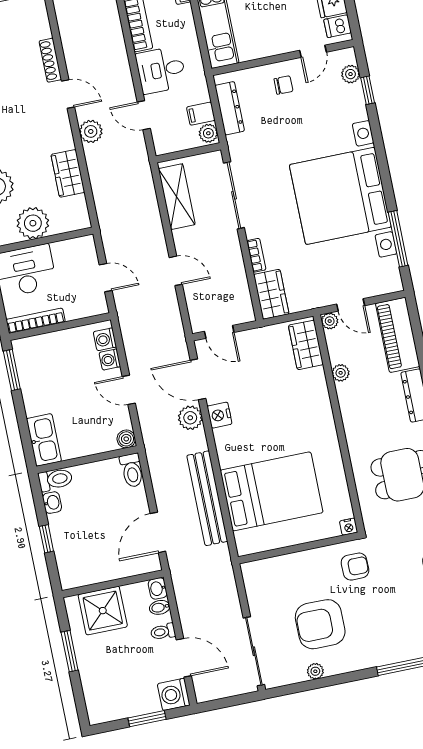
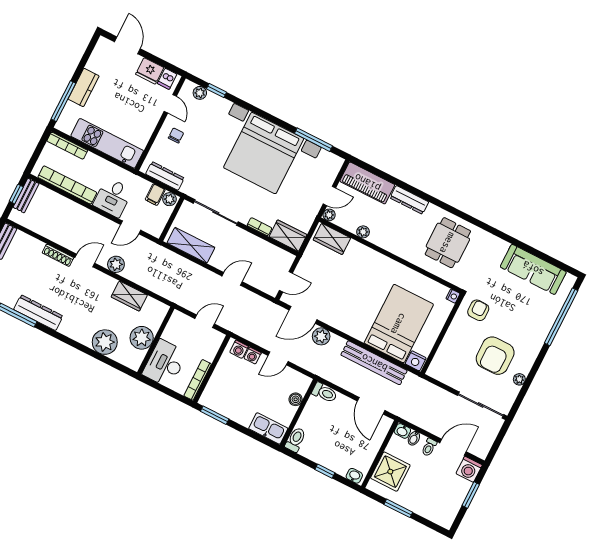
nightstand: (219, 415) -> (416, 361), moved
boiler: (126, 439) -> (296, 399), moved
washbasin: (52, 503) -> (354, 476), moved

